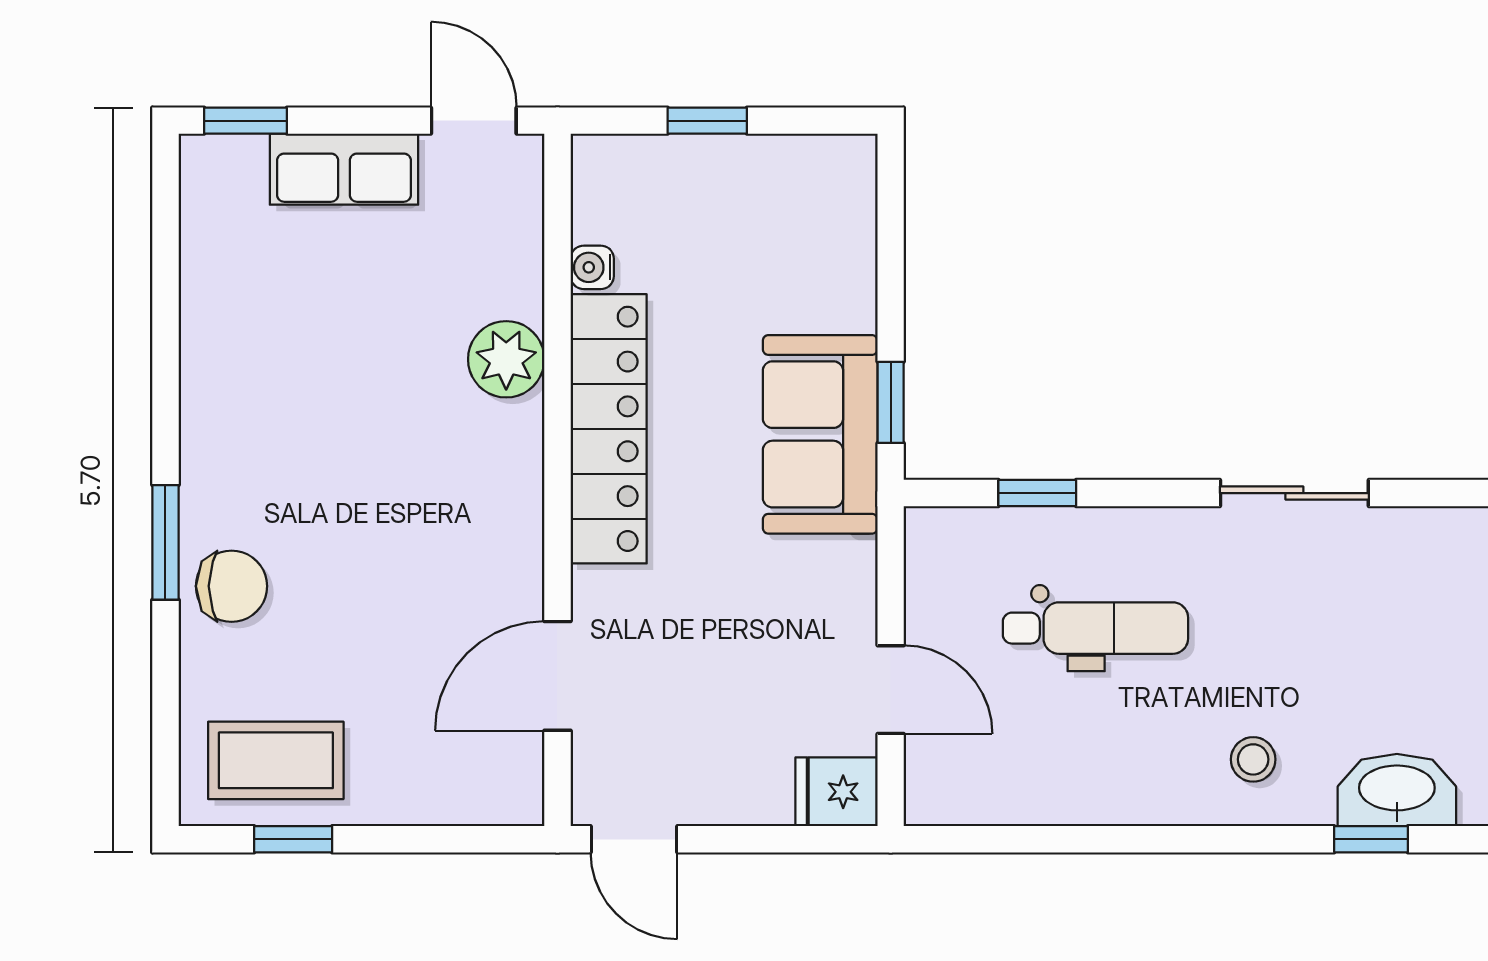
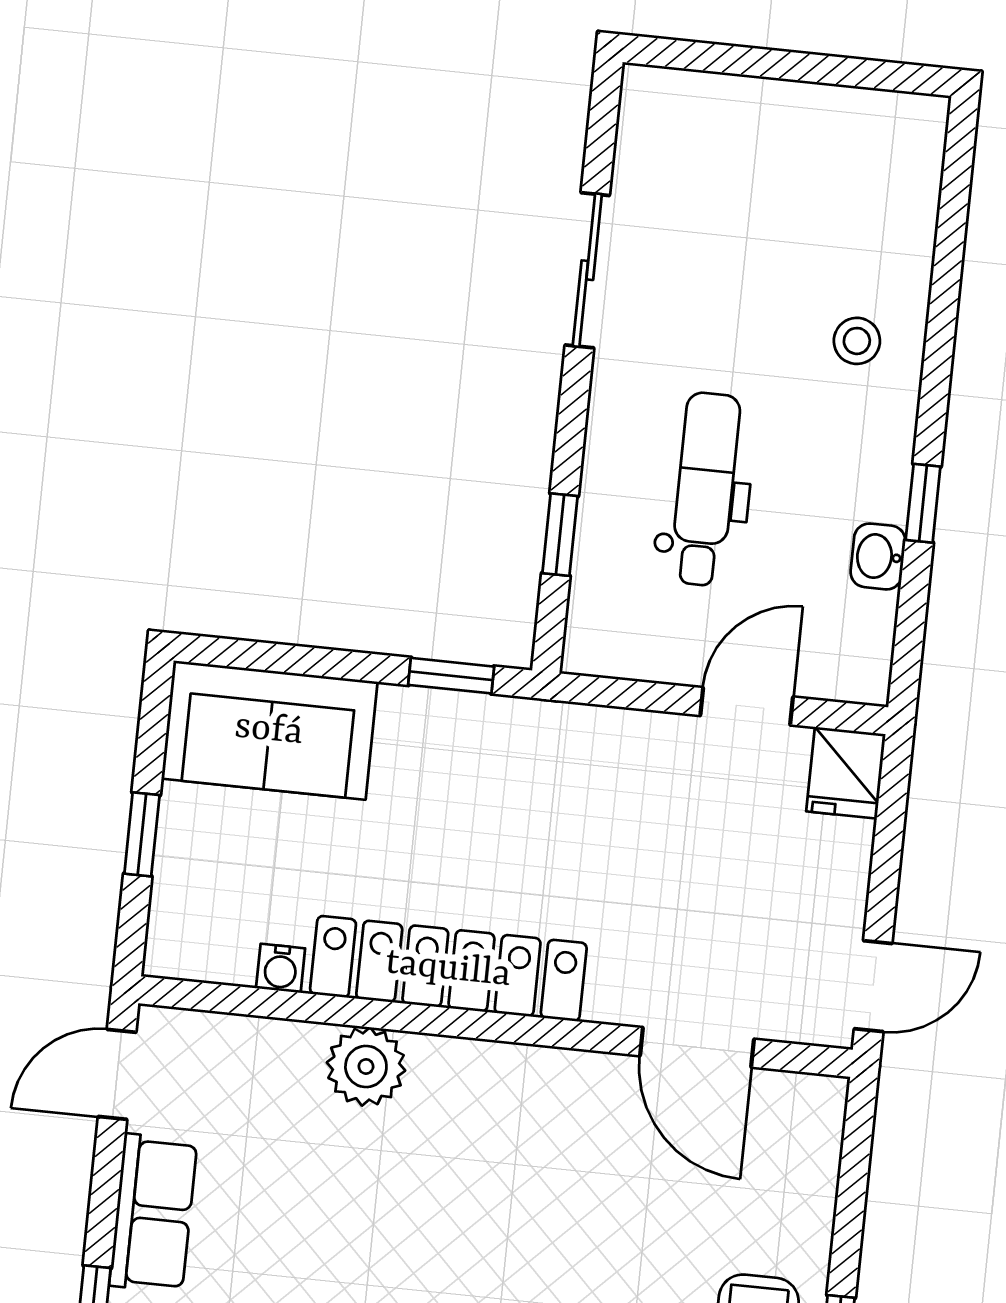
sofa: (820, 434) -> (269, 730), moved
washbasin: (1397, 790) -> (878, 556), moved, width x0.52, depth x0.69
window: (1371, 839) -> (923, 503), moved

